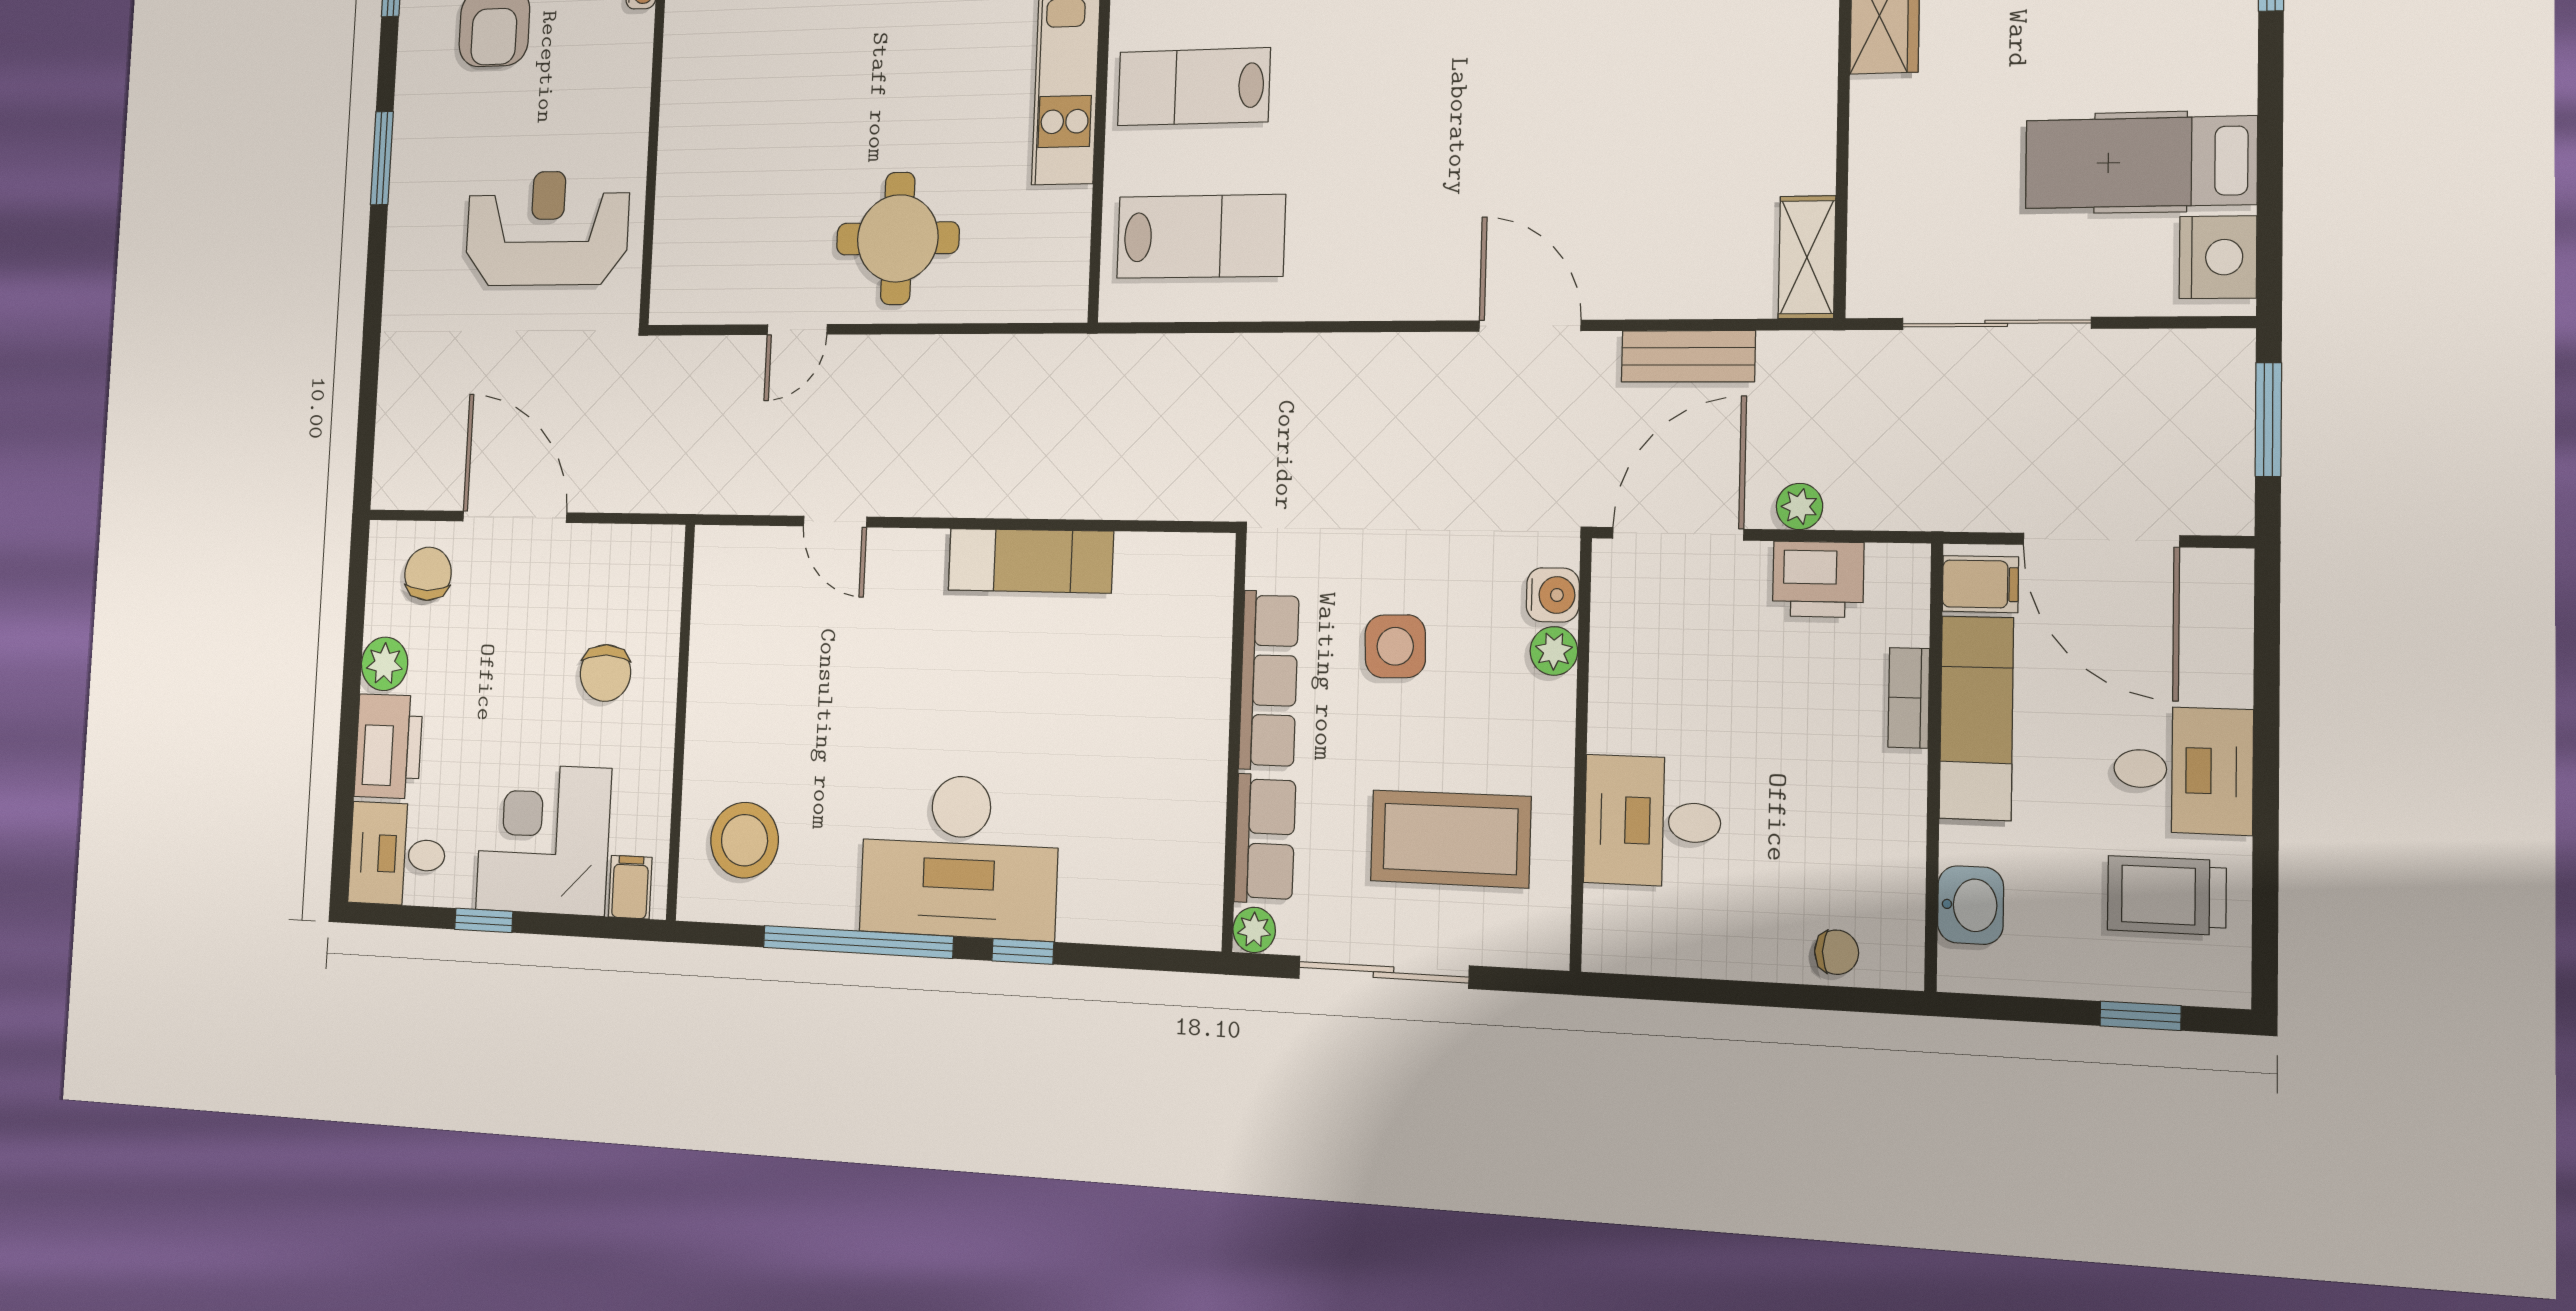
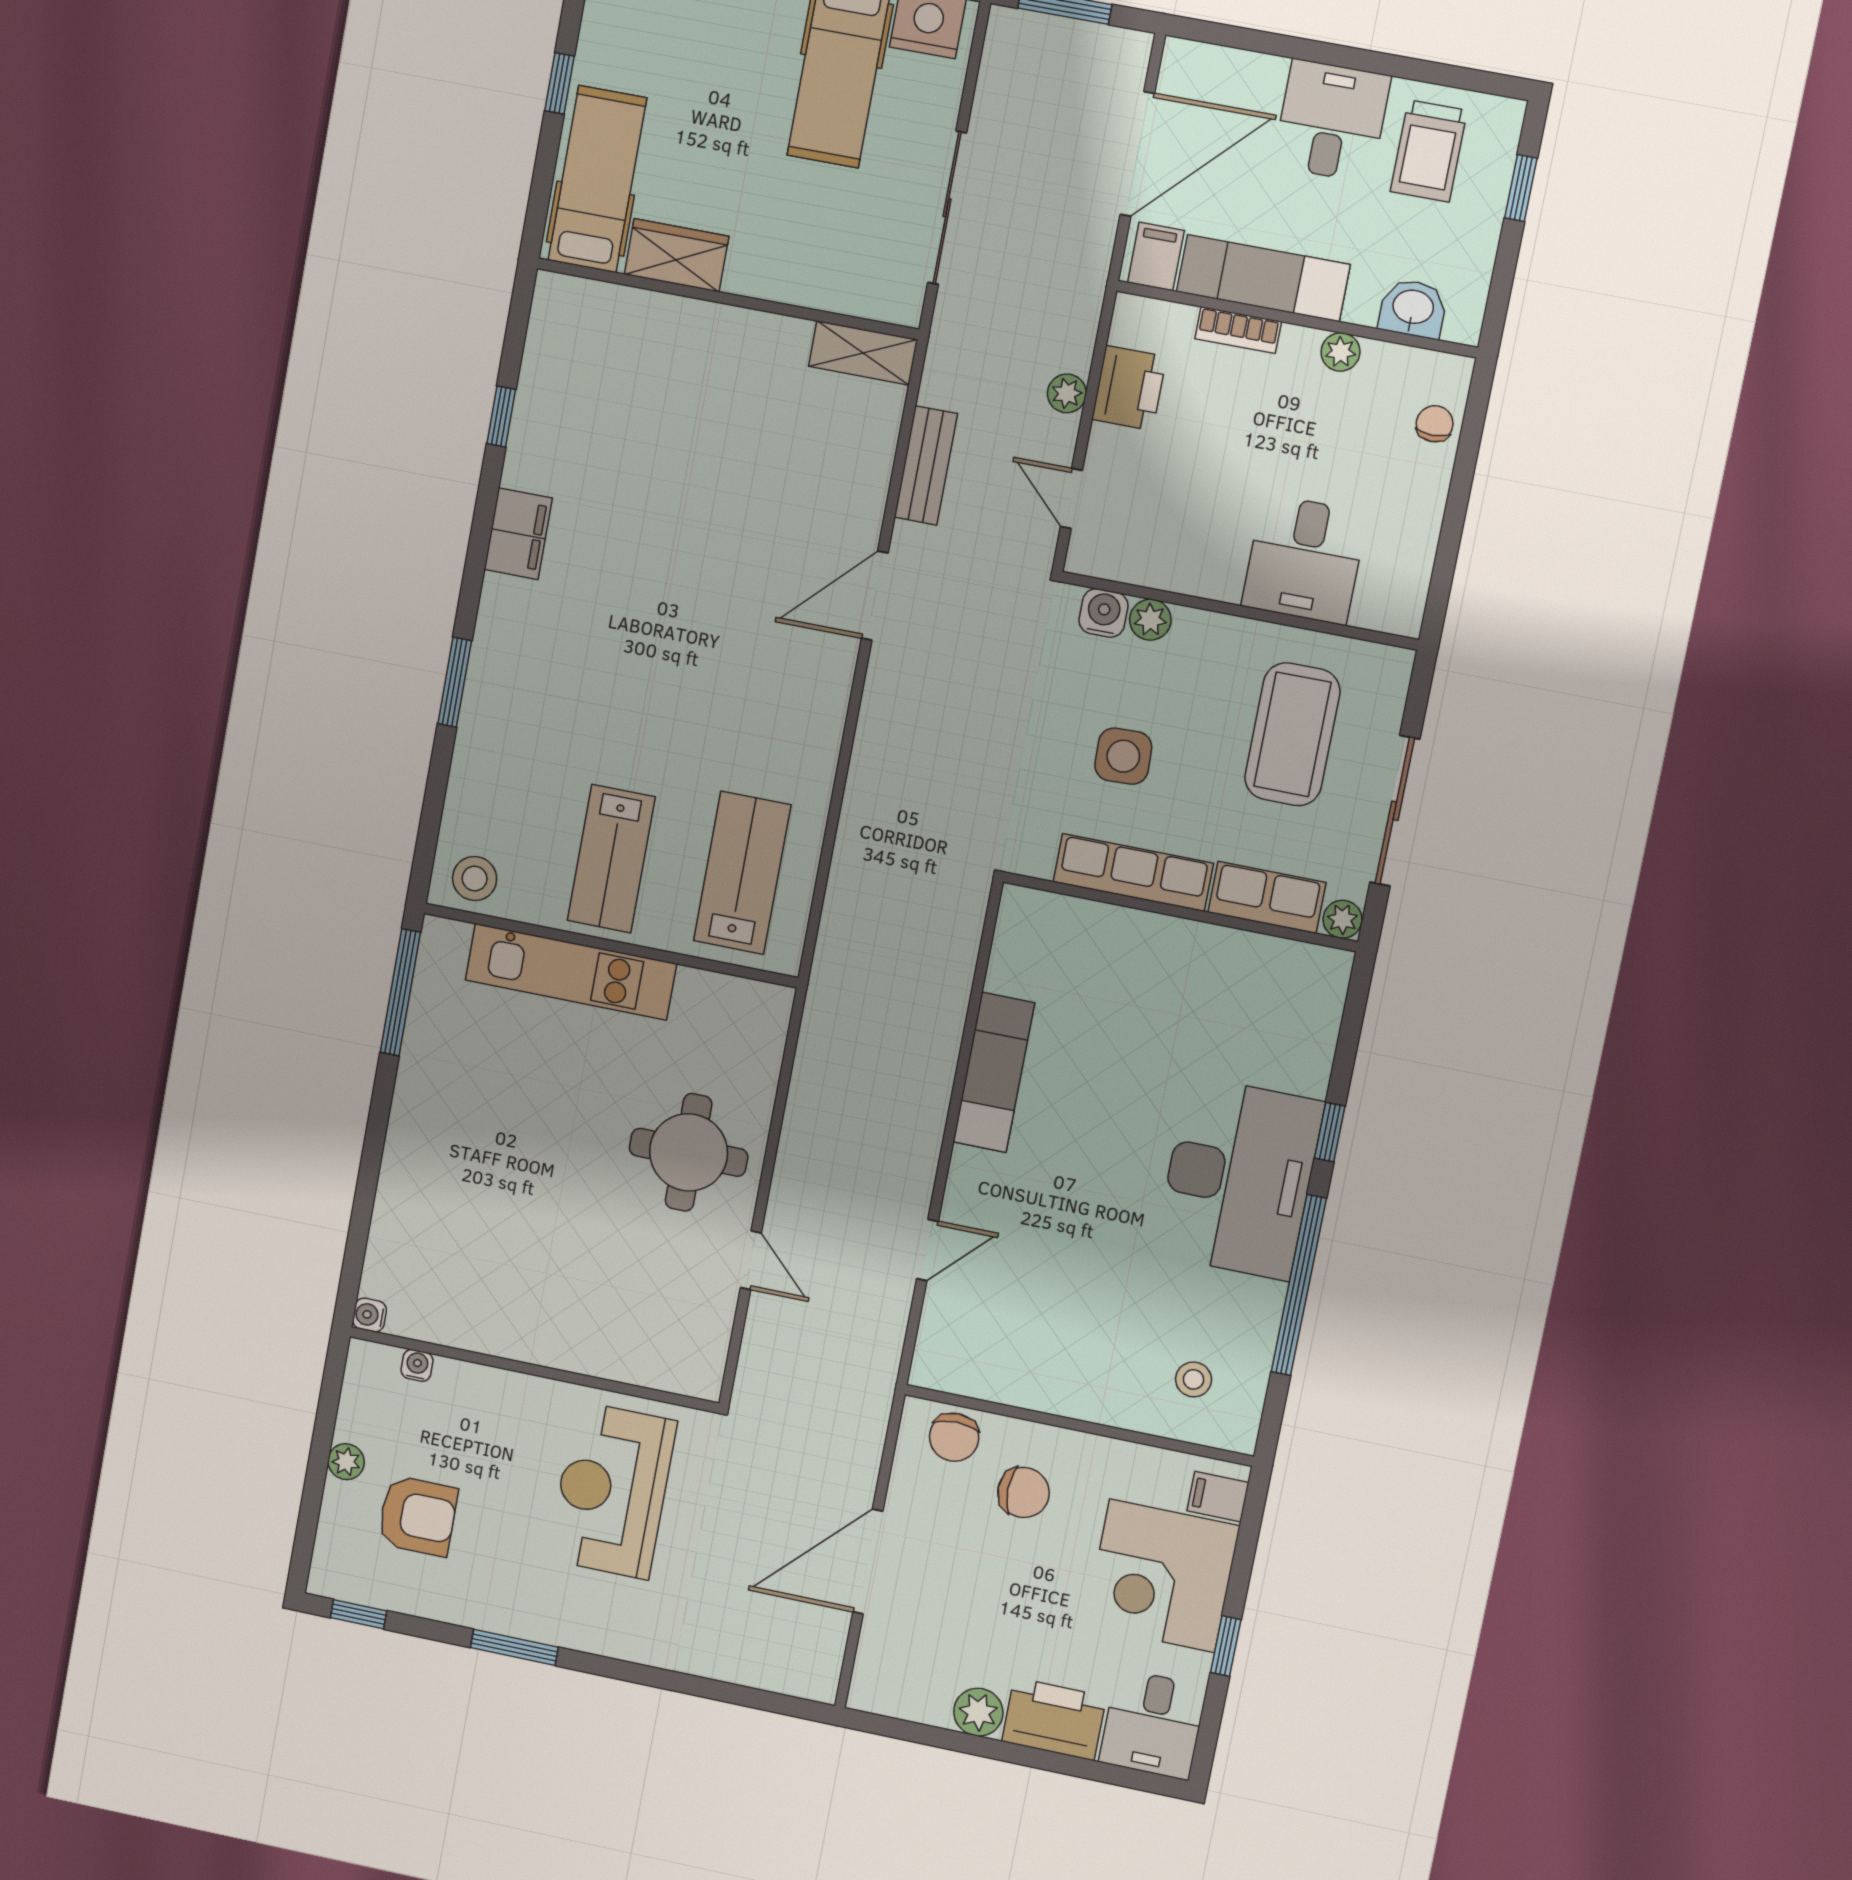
door: (1678, 534) -> (1071, 498), width x0.53
chair: (428, 574) -> (954, 1437), moved, turned -90
plant: (1903, 825) -> (1340, 352), added
stool: (745, 840) -> (1194, 1379), width x0.53, depth x0.53

